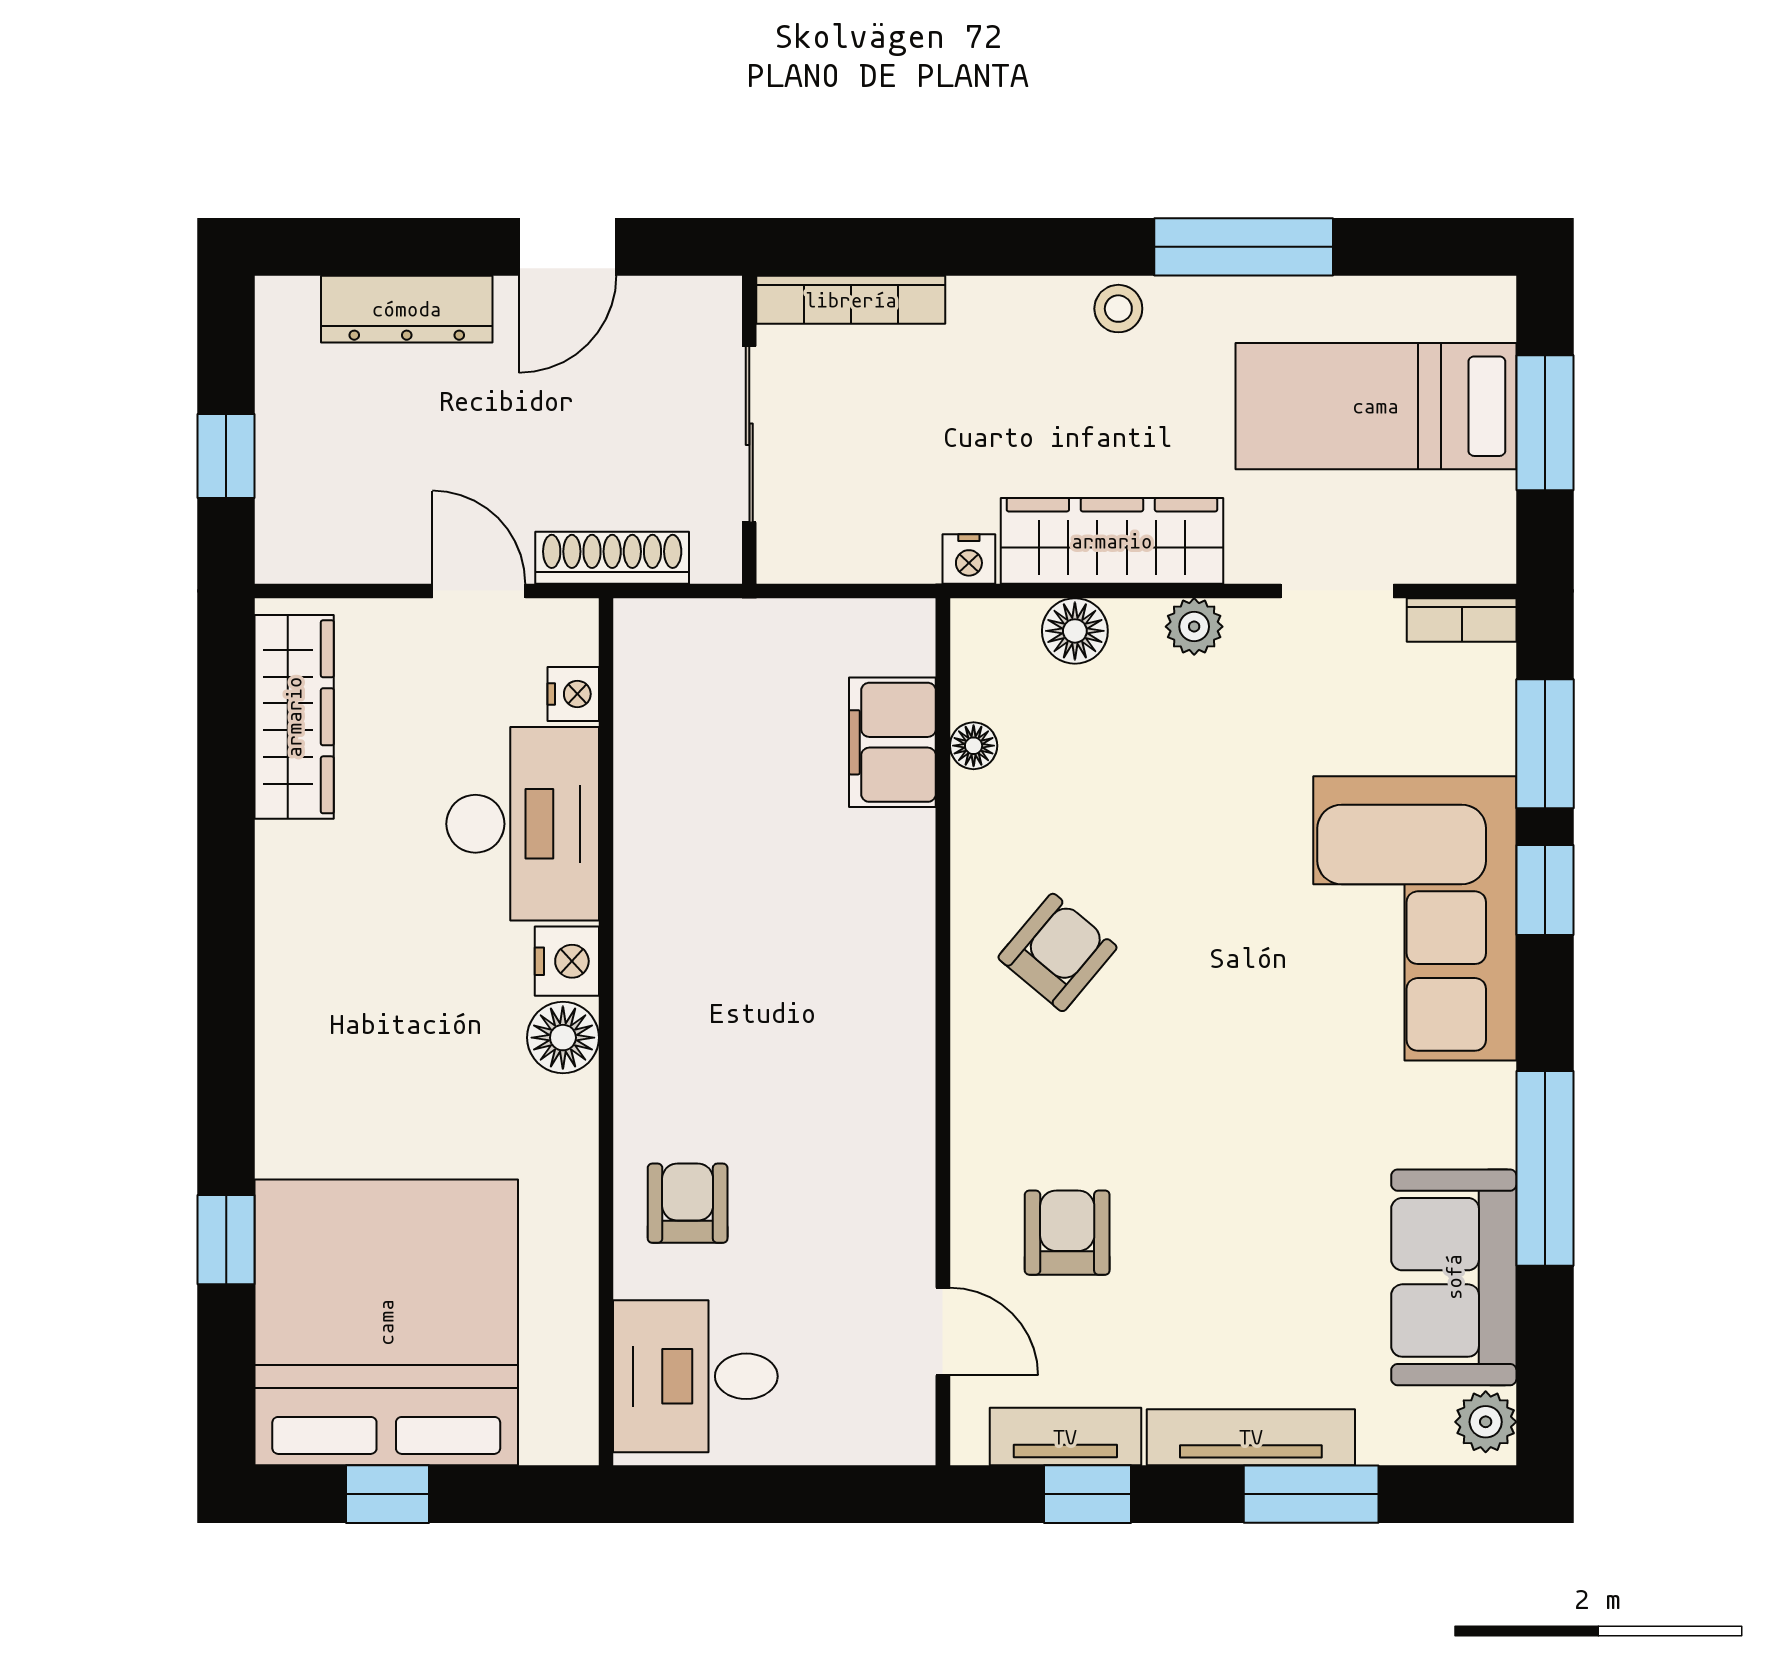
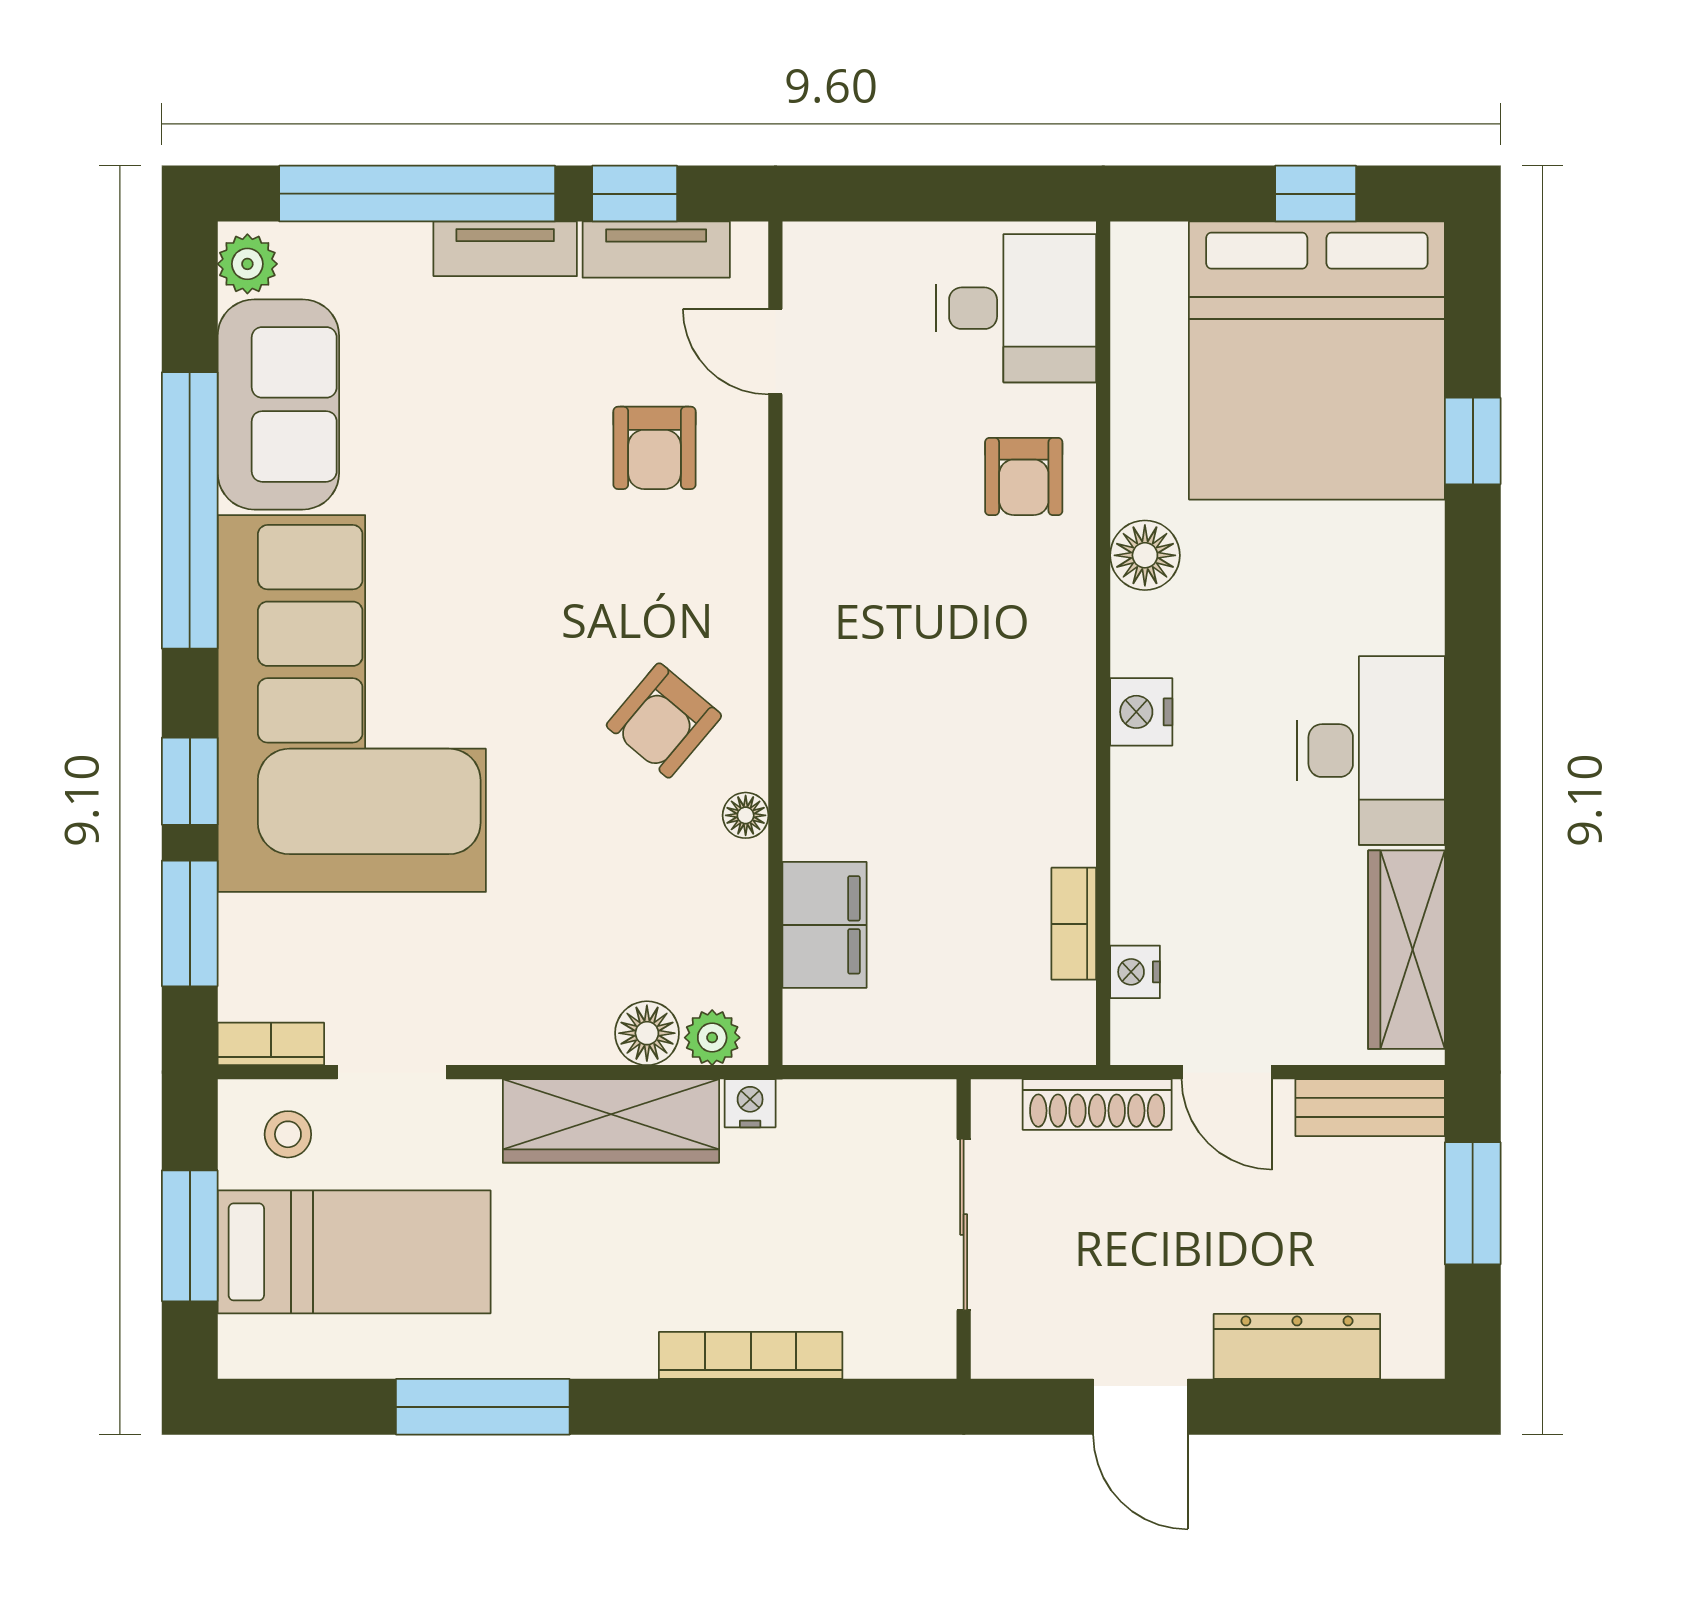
door: (568, 247) -> (1140, 1407), swing flipped
bookcase: (851, 300) -> (751, 1355), moved
stool: (1118, 309) -> (288, 1134), moved
window: (226, 456) -> (1473, 1203), width x1.50
bench: (332, 554) -> (1370, 1108), added
plant: (1194, 627) -> (712, 1038), moved
bookcase: (636, 743) -> (1074, 924), added
floor lamp: (974, 746) -> (746, 815), moved
desk: (523, 824) -> (1371, 751), moved, turned 180
corner sofa: (1415, 918) -> (352, 703), width x1.36, depth x1.36
floor lamp: (563, 1038) -> (1145, 555), moved
window: (1545, 1168) -> (190, 510), width x1.46
tv unit: (1251, 1437) -> (505, 249), width x0.71
window: (1311, 1494) -> (417, 194), width x2.11

